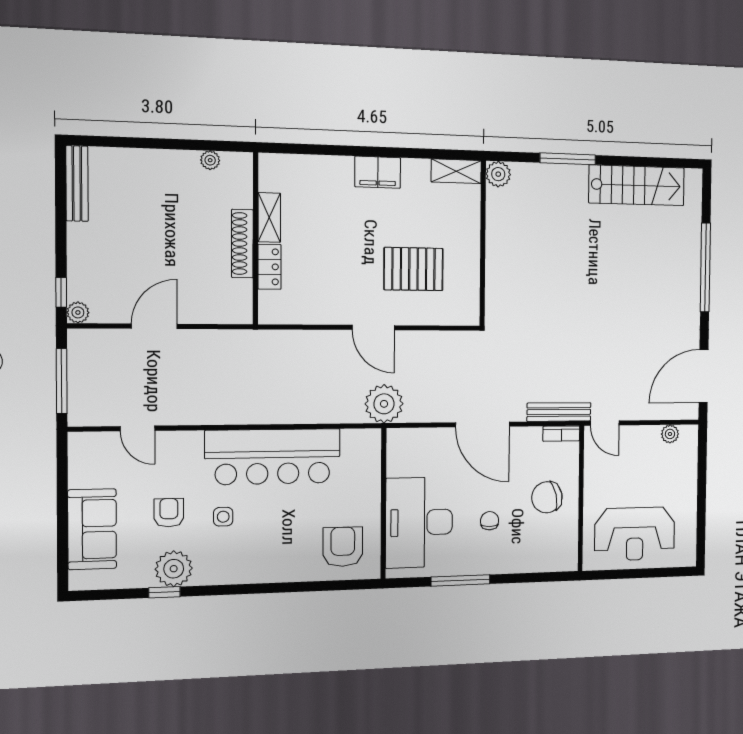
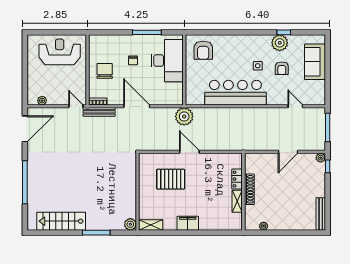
chair: (547, 497) -> (105, 71), turned -77

